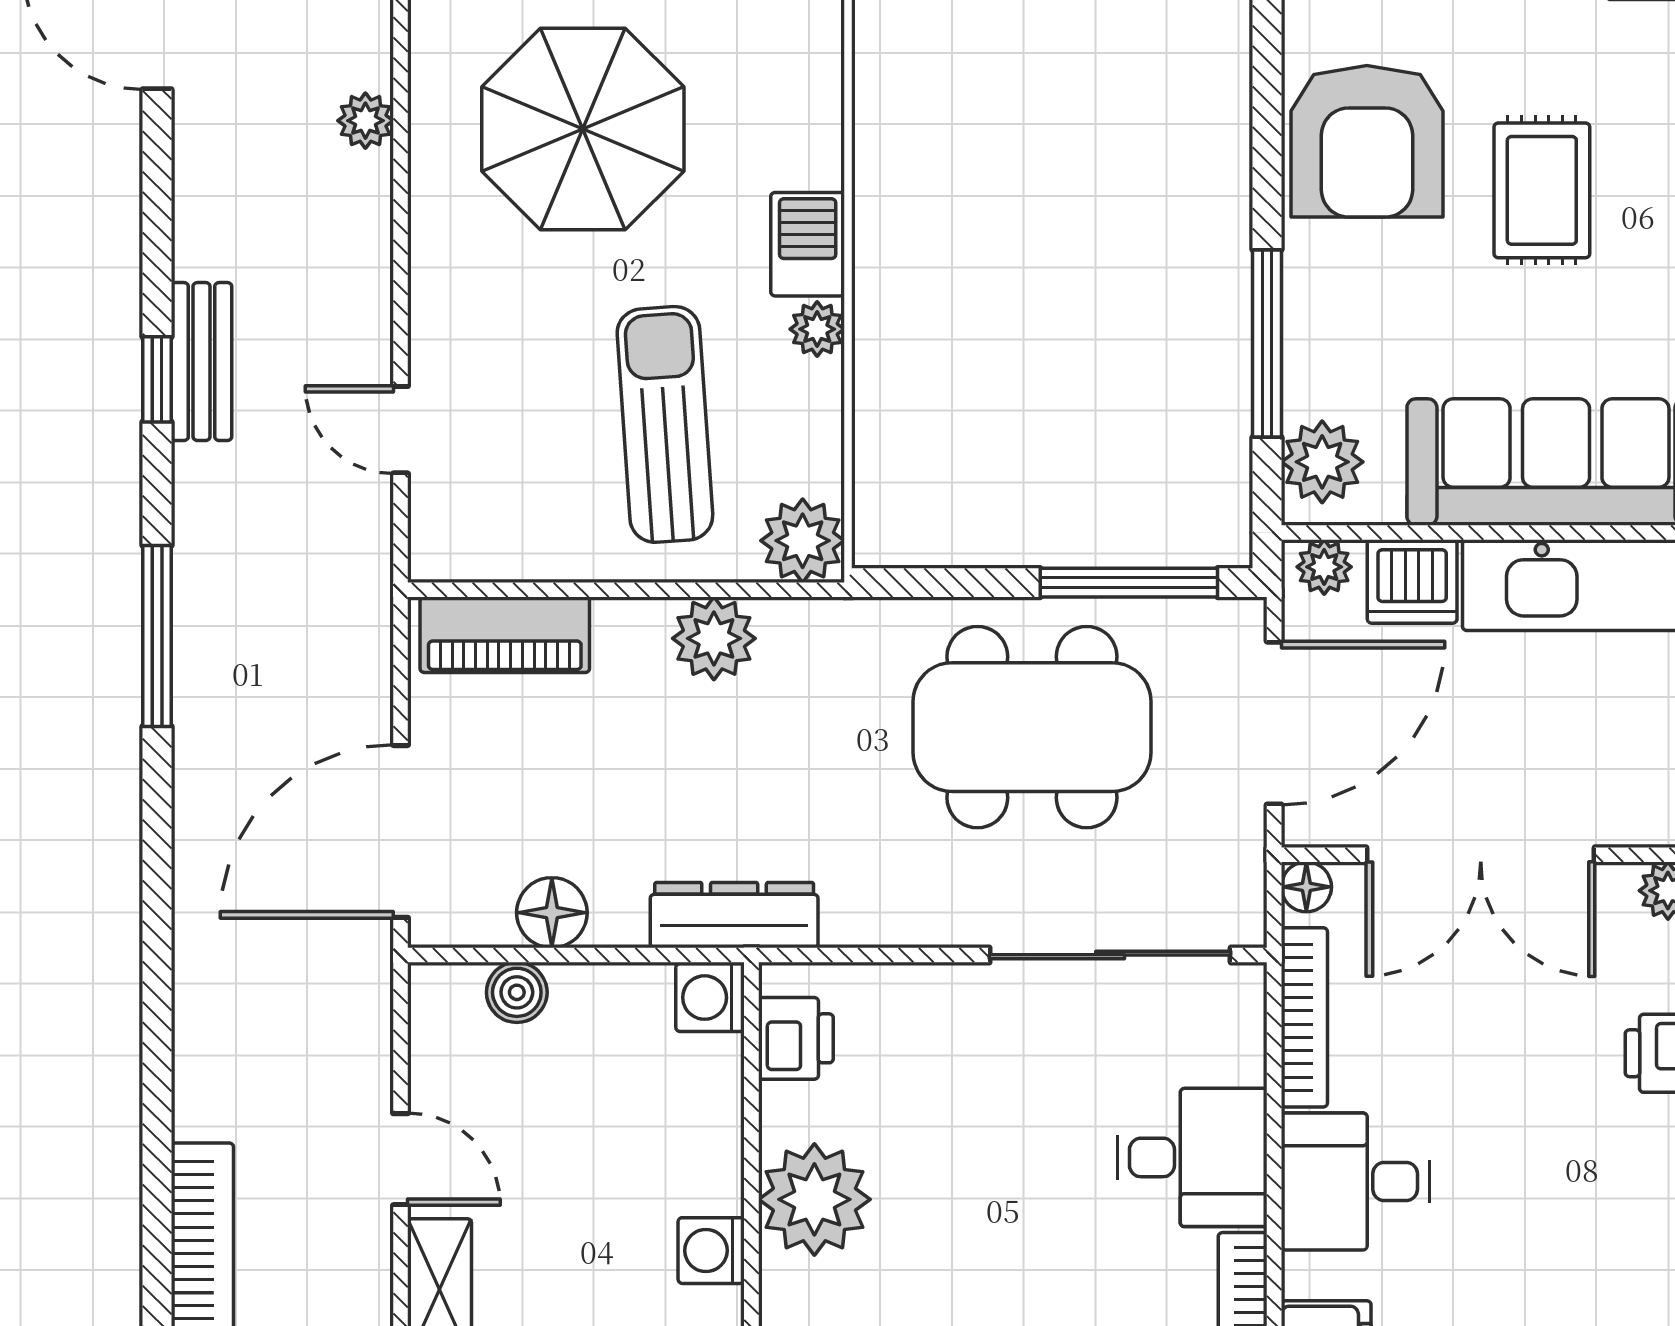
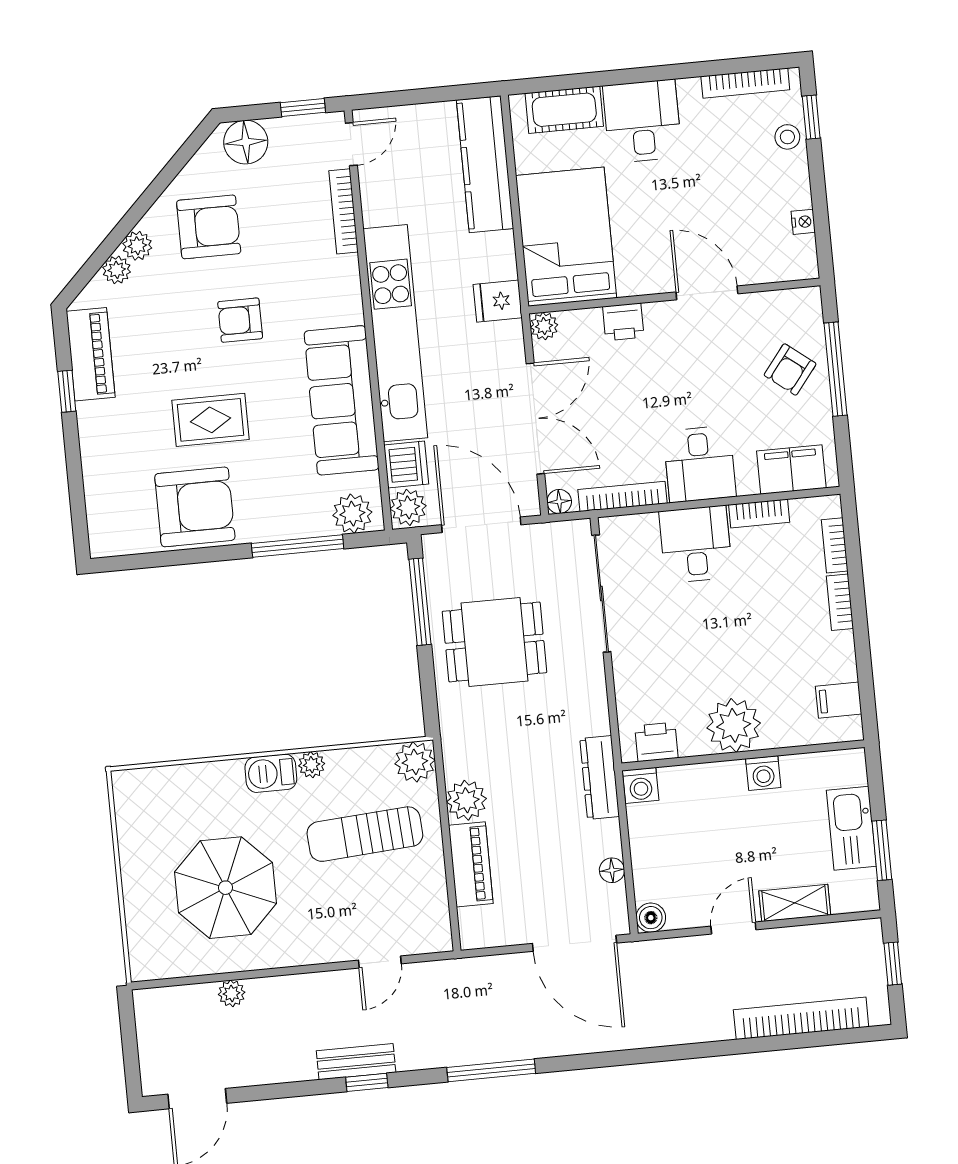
plant: (1324, 567) -> (408, 507), width x1.38, depth x1.38
piano: (505, 635) -> (471, 864), moved
dining table: (1032, 727) -> (494, 642), width x0.73
floor lamp: (552, 913) -> (612, 870), width x0.73, depth x0.73
boiler: (517, 992) -> (651, 918), moved

